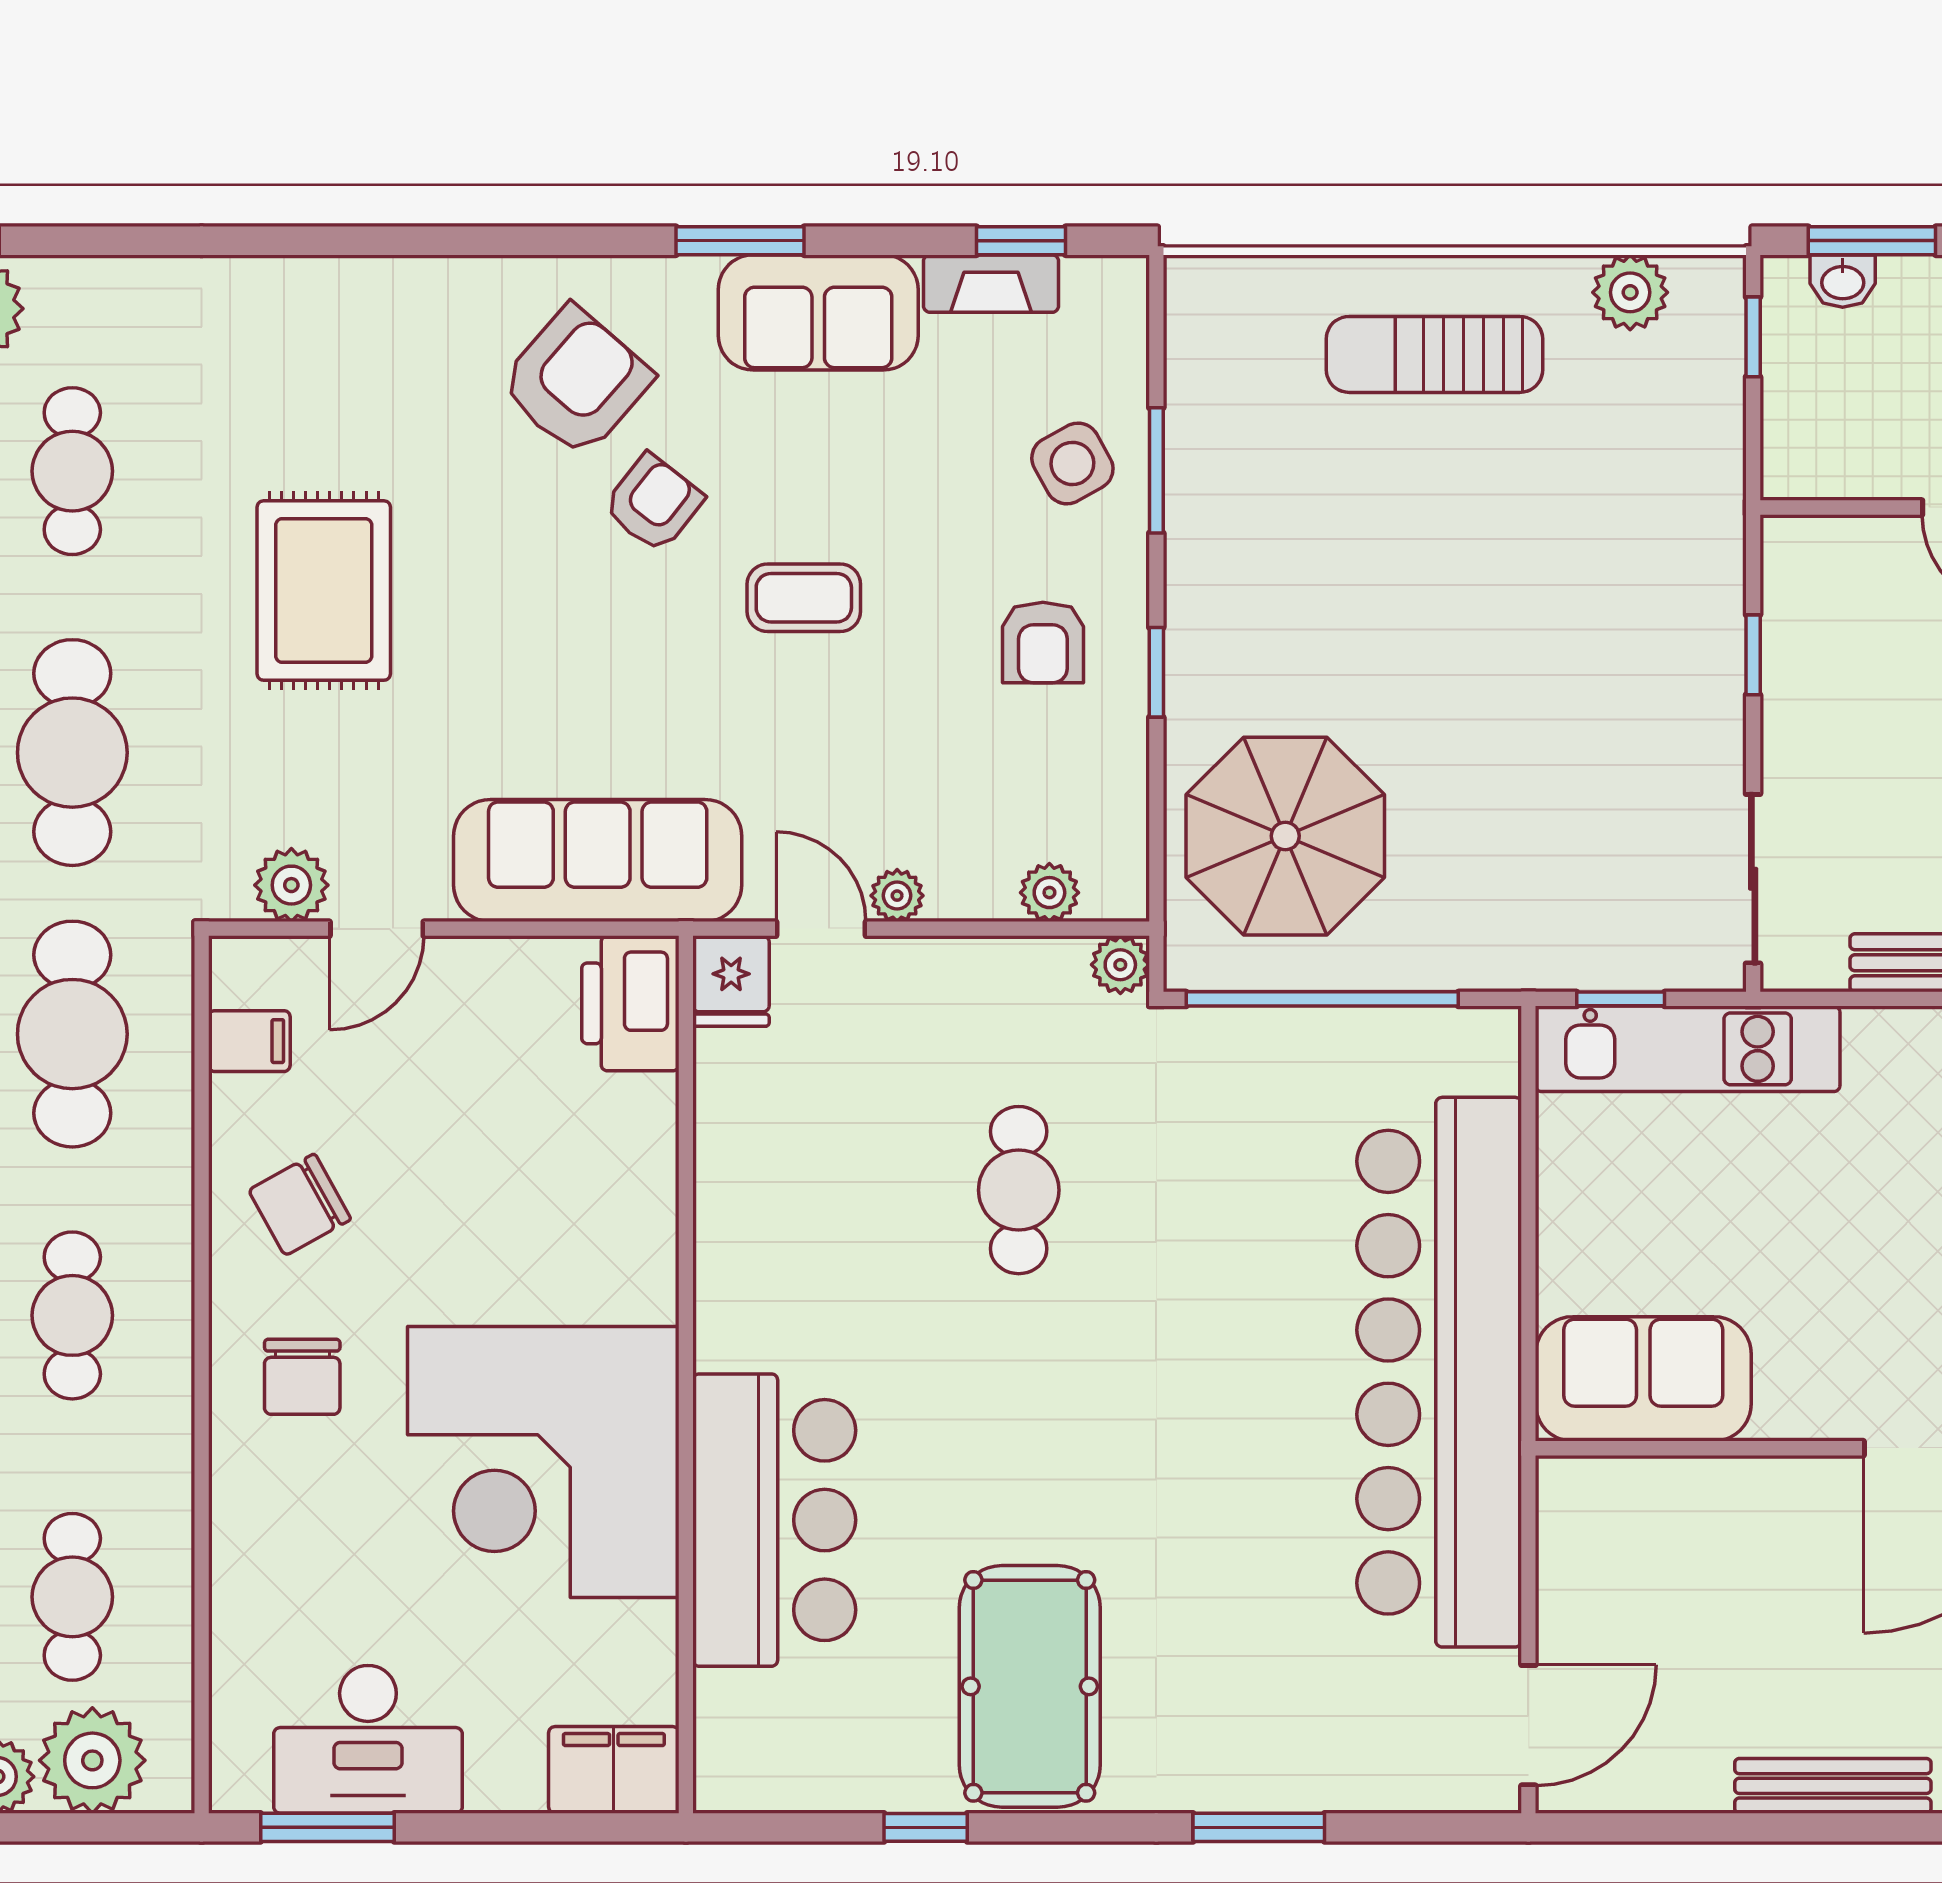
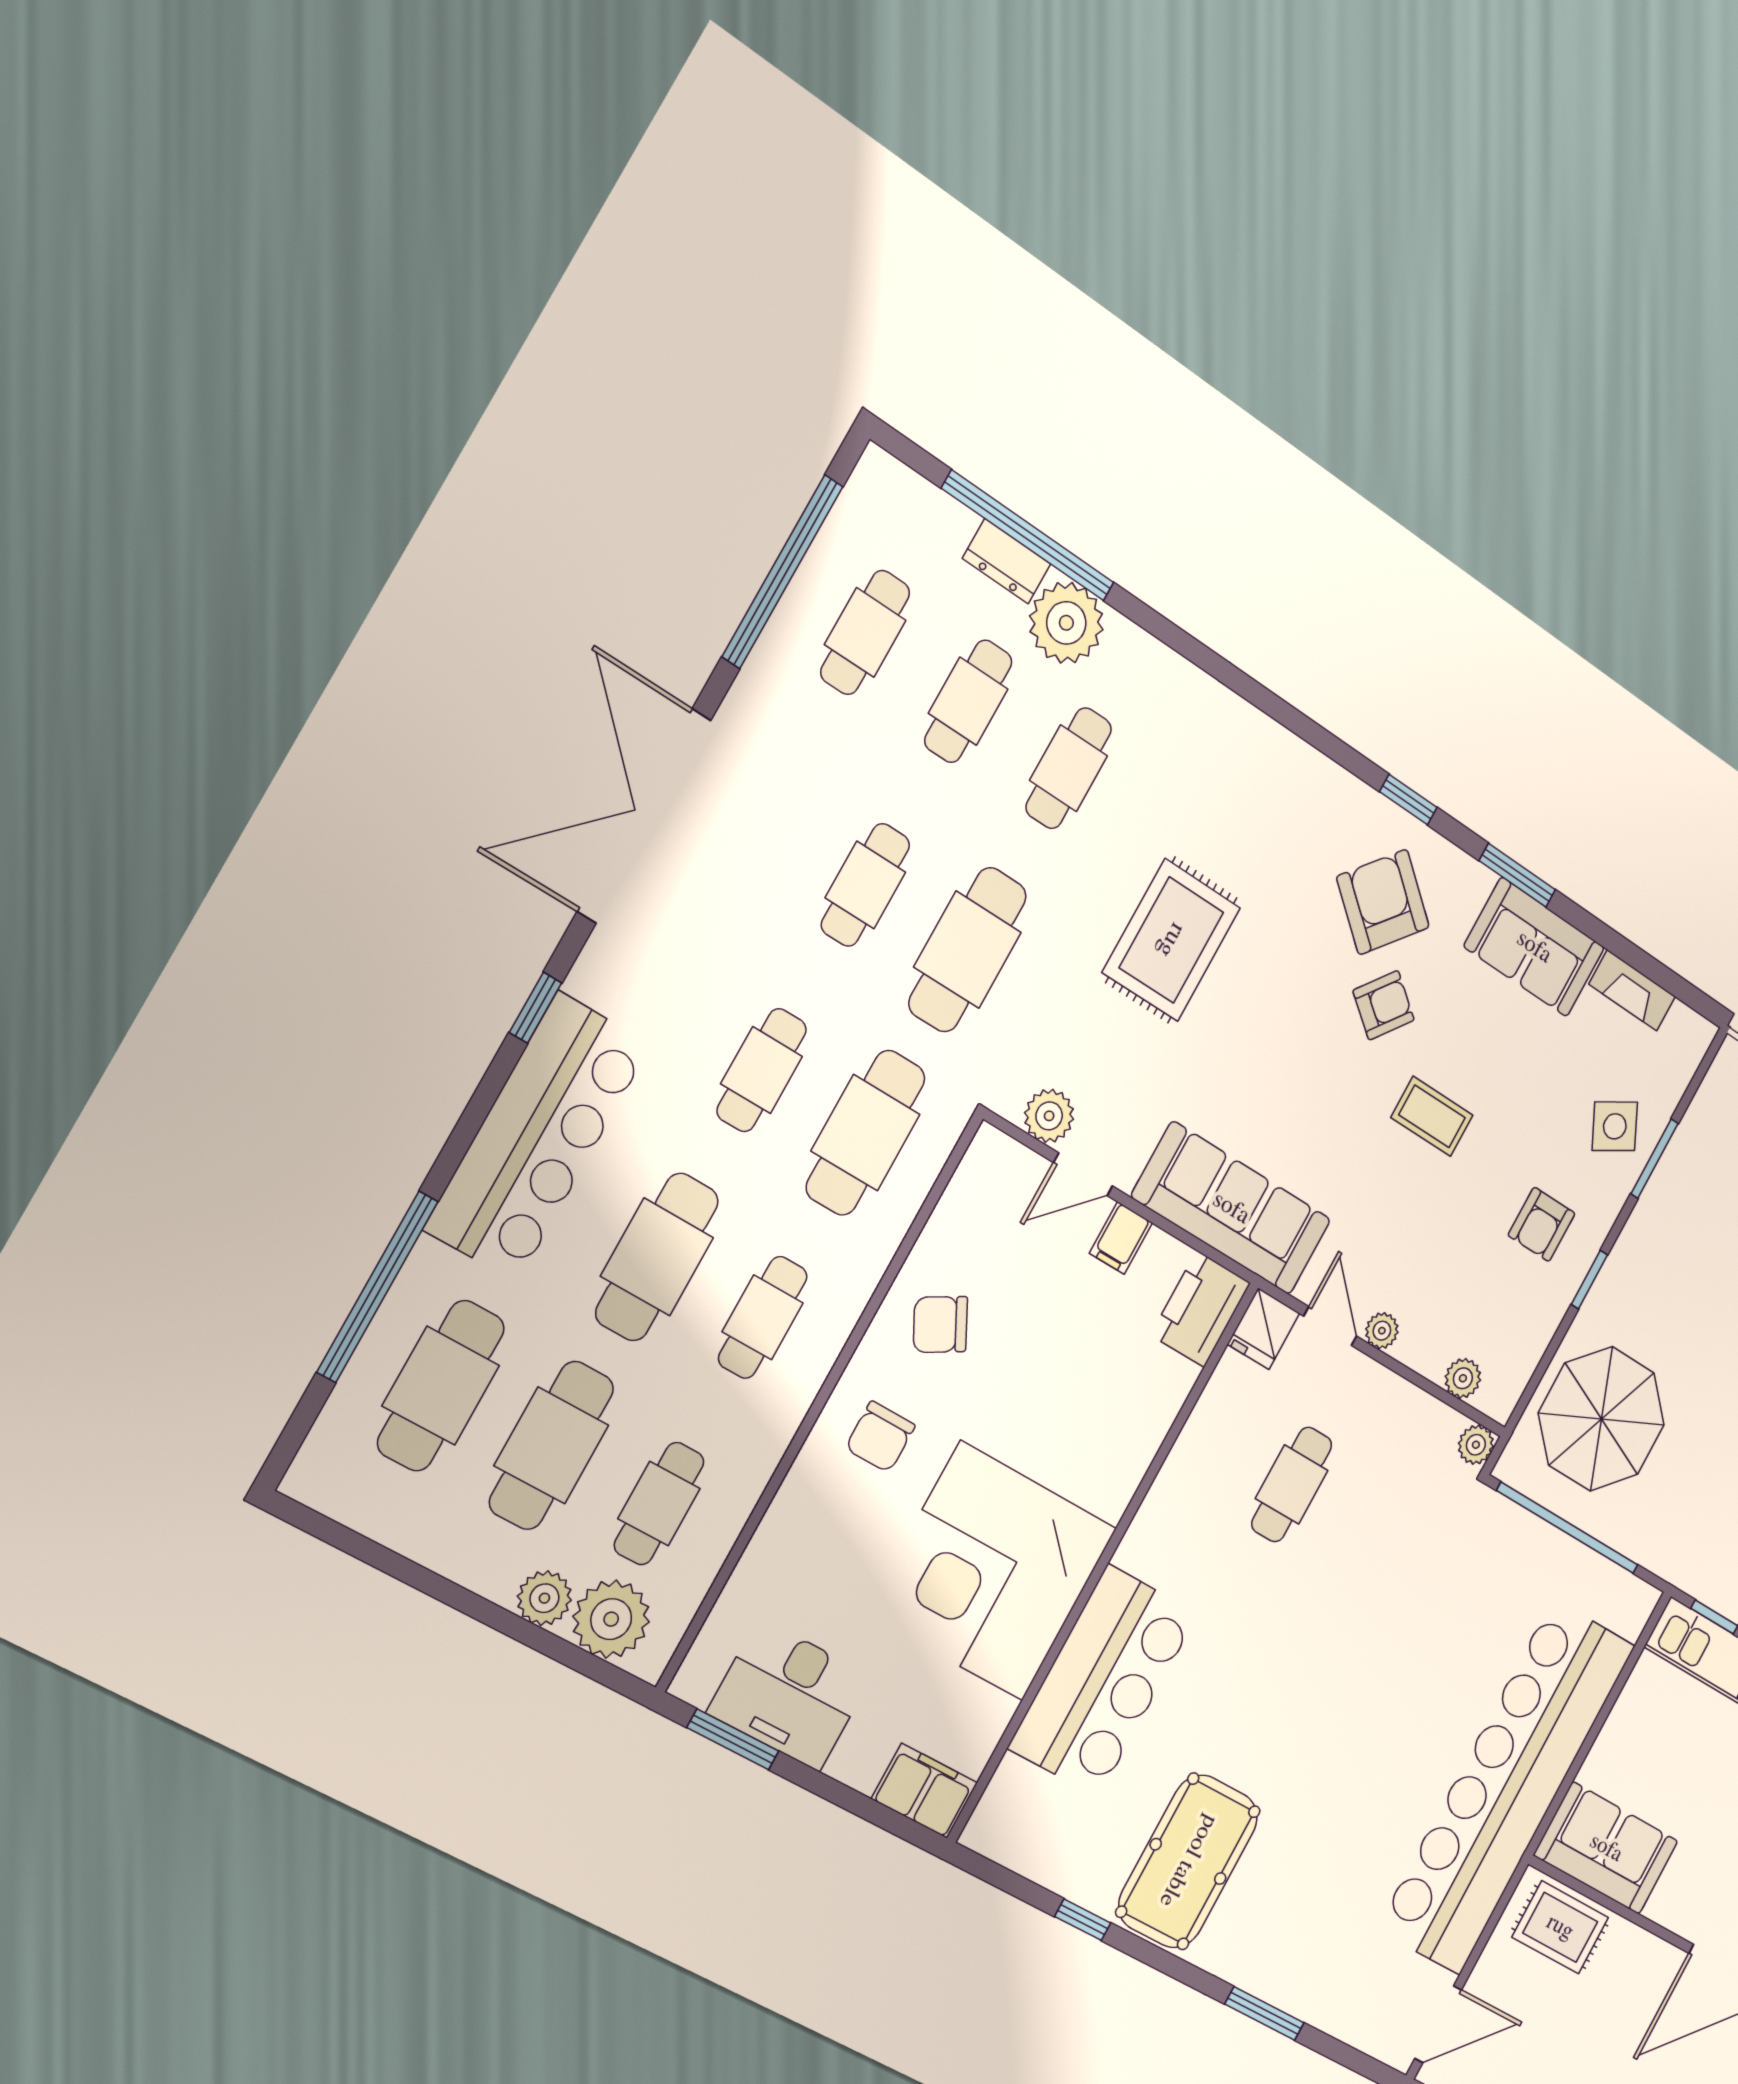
window: (1021, 241) -> (1408, 800), moved
armchair: (576, 382) -> (1383, 902), turned -91
filing cabinet: (249, 1041) -> (1121, 1238), moved, turned 90
cafe table: (1019, 1190) -> (1292, 1484), moved
rug: (1637, 1515) -> (1560, 1927), added

